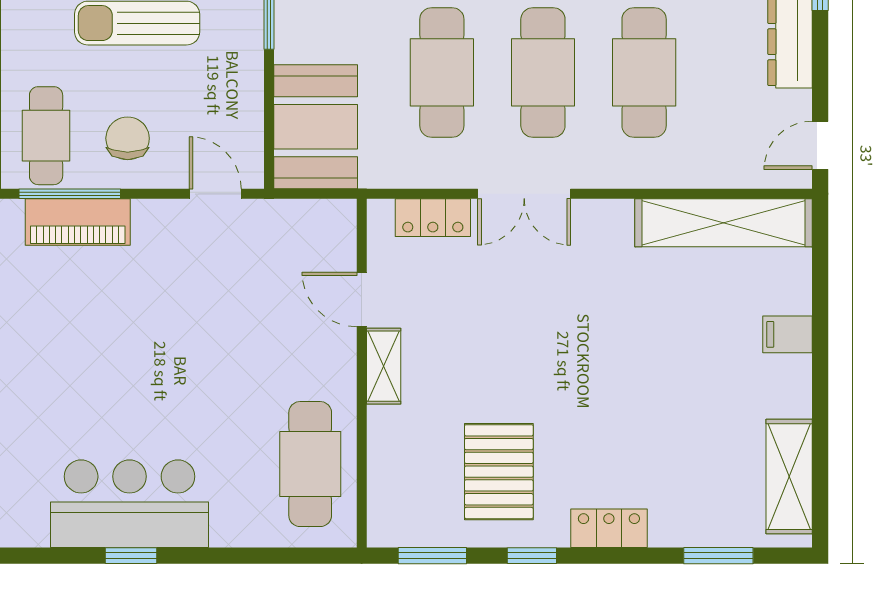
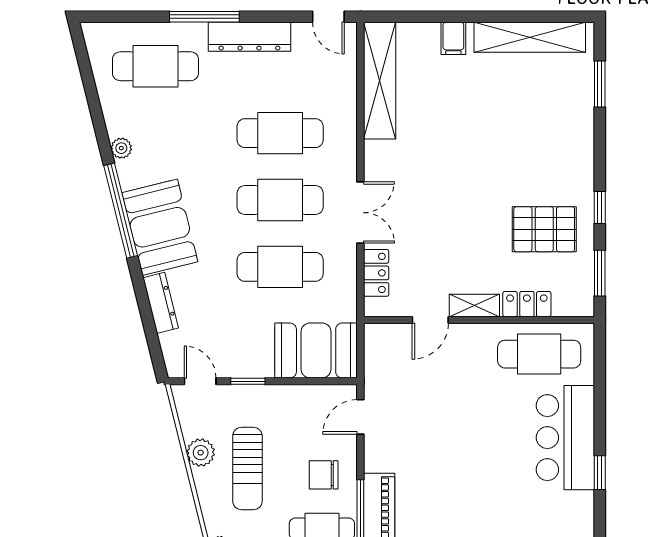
shelving: (789, 477) -> (530, 37), width x1.47
bar counter: (130, 504) -> (565, 438), moved
locker: (609, 528) -> (527, 304), moved, turned 90

